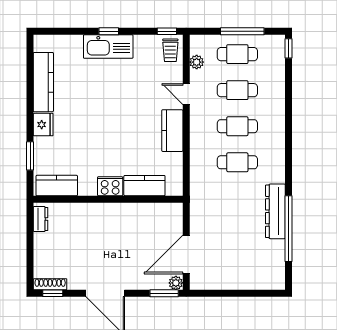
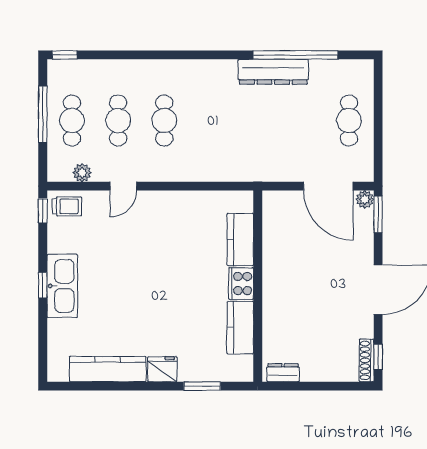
kitchen counter: (172, 131) -> (170, 204), removed
cafe table: (237, 162) -> (349, 121), moved
kitchen counter: (57, 186) -> (240, 328), moved

